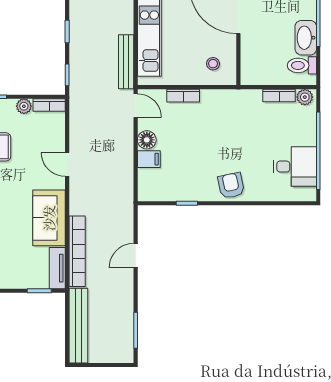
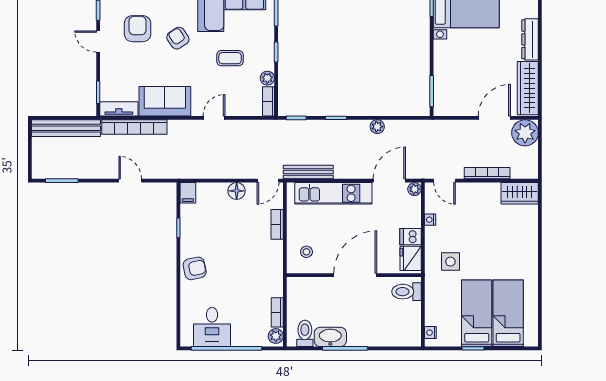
filing cabinet: (149, 159) -> (188, 193), moved

